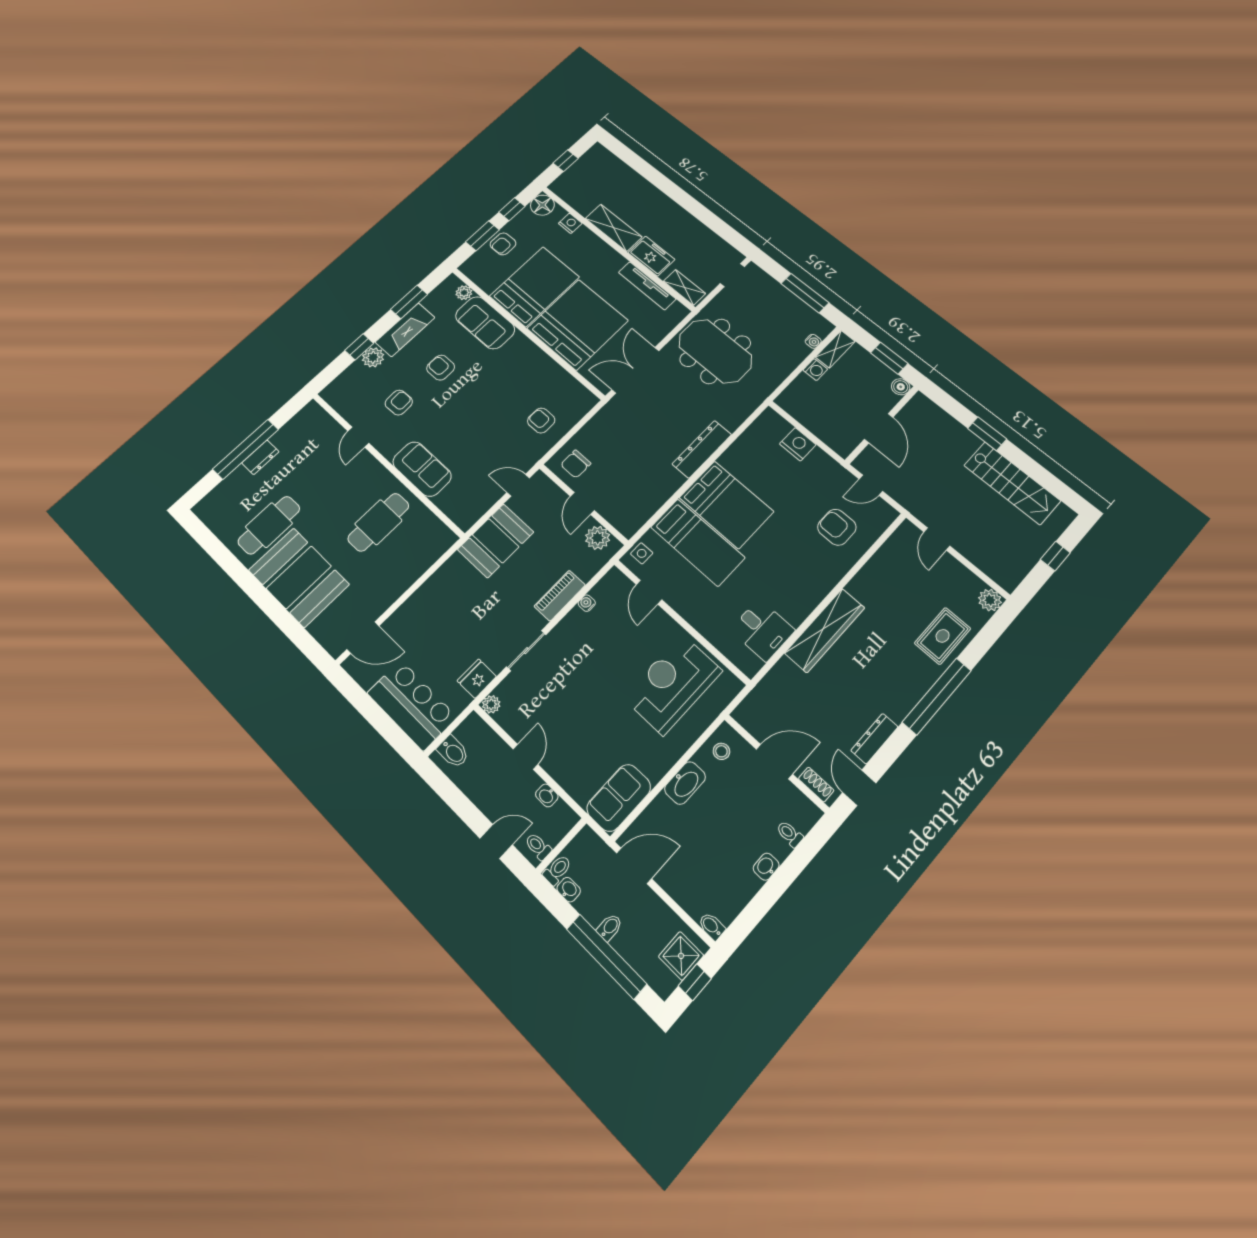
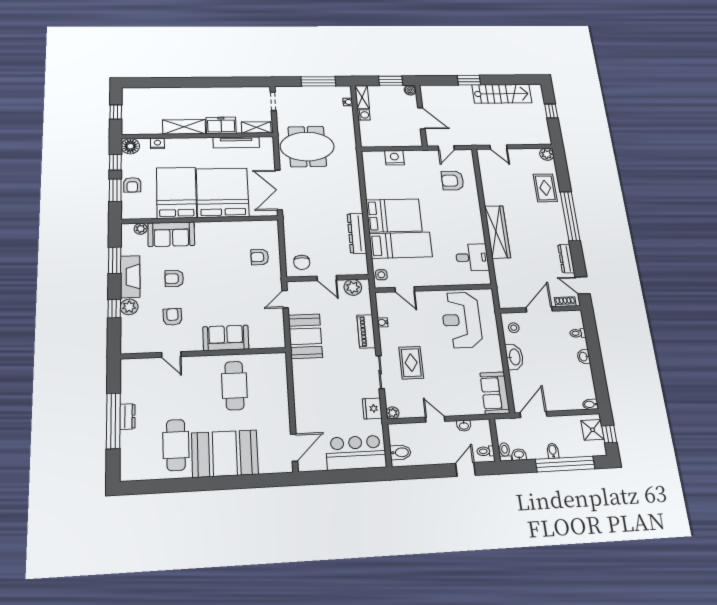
dresser: (702, 449) -> (357, 233), moved
rug: (568, 674) -> (411, 363), added

